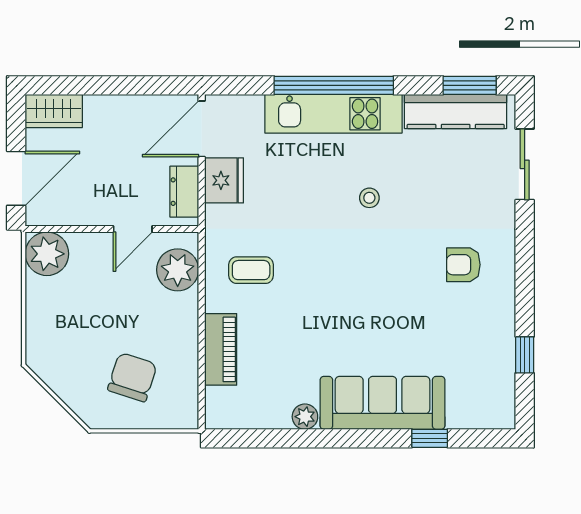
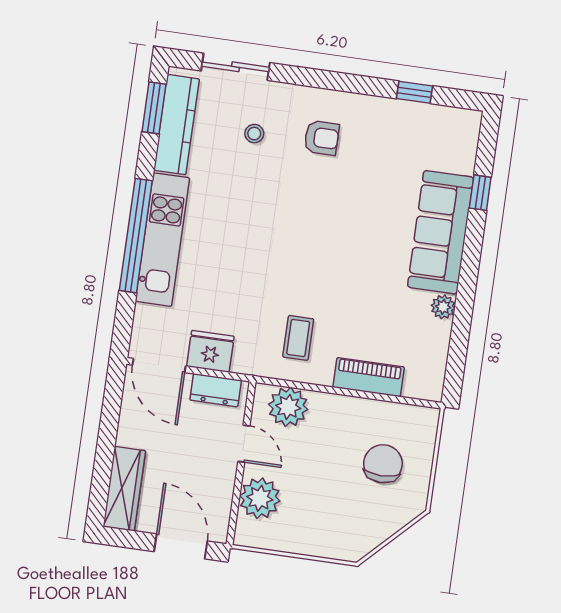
wardrobe: (54, 111) -> (124, 489), width x1.50
stool: (369, 198) -> (254, 134), moved
plant: (47, 254) -> (260, 498), moved
armchair: (463, 265) -> (322, 138), turned -90
chair: (132, 377) -> (383, 464), turned 72

